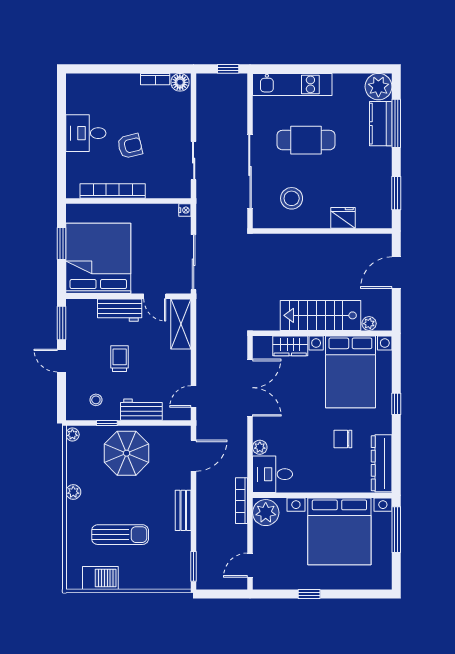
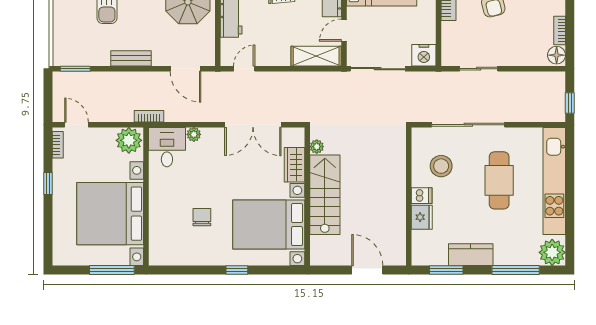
kitchen unit: (292, 84) -> (554, 181), width x1.36
kitchen counter: (381, 124) -> (471, 255), moved
nightstand: (185, 210) -> (424, 55), width x1.89, depth x1.79
dishwasher: (321, 218) -> (422, 196), added
plant: (369, 324) -> (317, 147), moved
door: (194, 396) -> (244, 69), hinge flipped
dresser: (382, 463) -> (178, 256), removed
bookcase: (241, 501) -> (149, 116), width x0.64
bookcase: (270, 584) -> (58, 145), added

